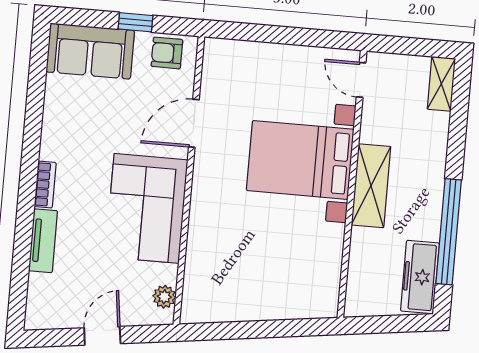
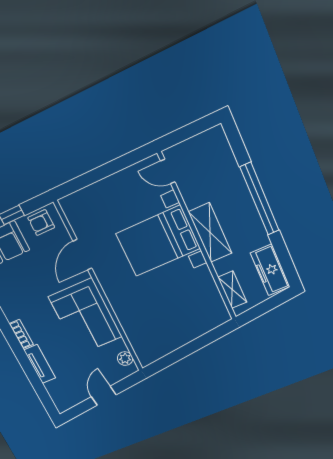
shelving: (441, 84) -> (232, 290), moved
window: (449, 232) -> (260, 199), moved

